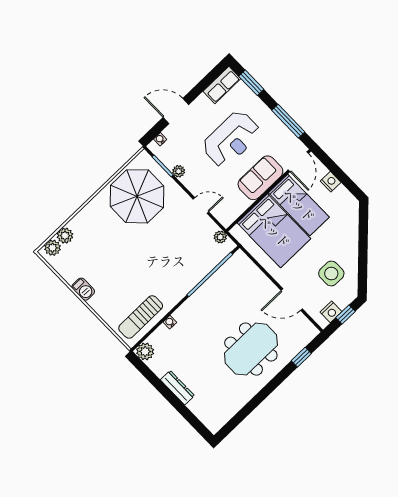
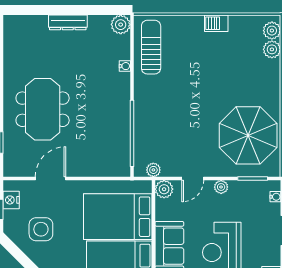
plant: (179, 171) -> (221, 187), moved
plant: (226, 218) -> (164, 189), added

